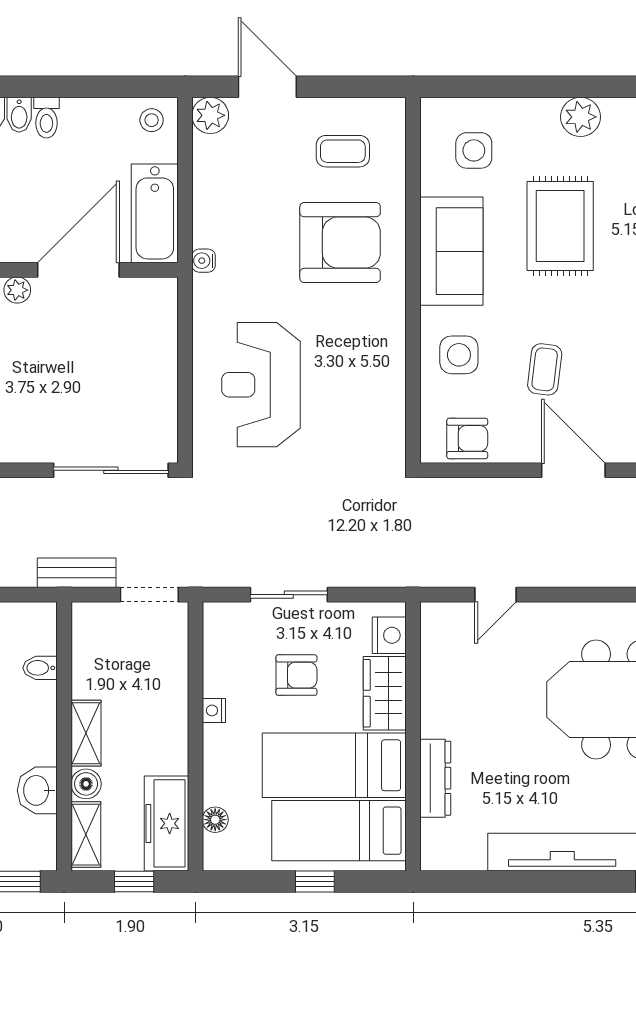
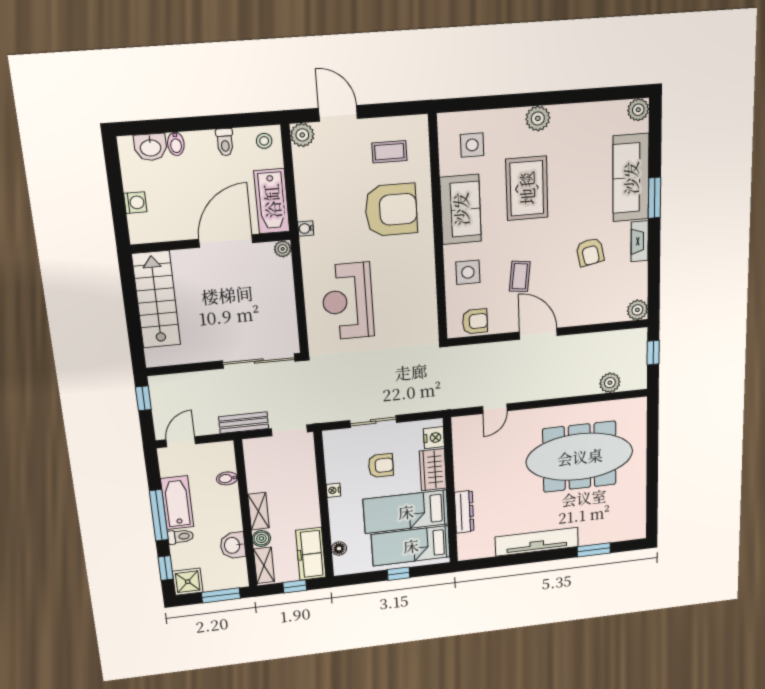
toilet: (46, 118) -> (225, 142), moved
plant: (17, 290) -> (283, 249), moved

